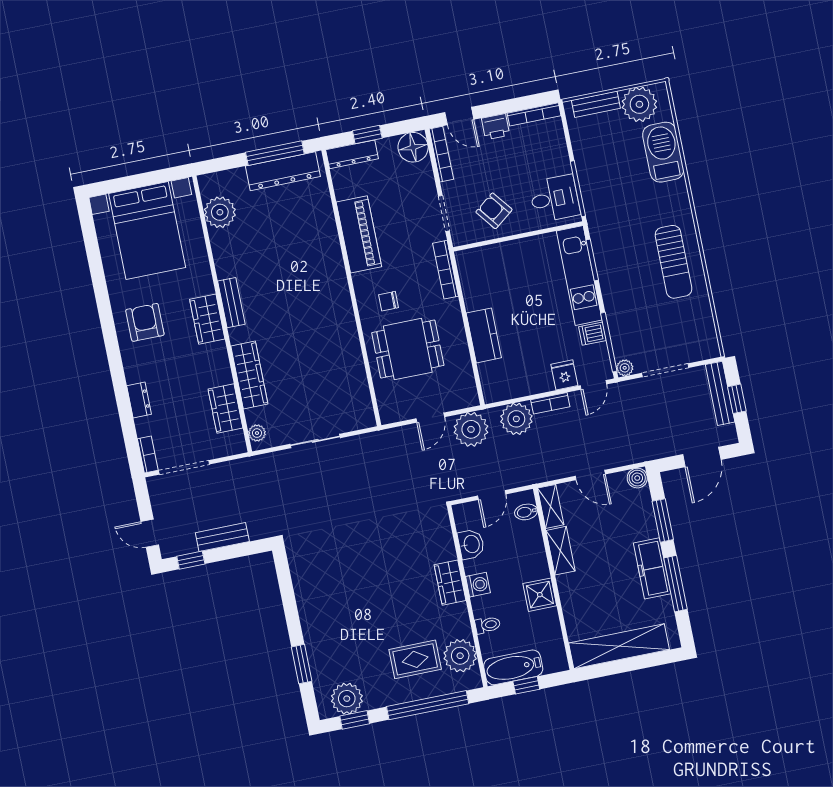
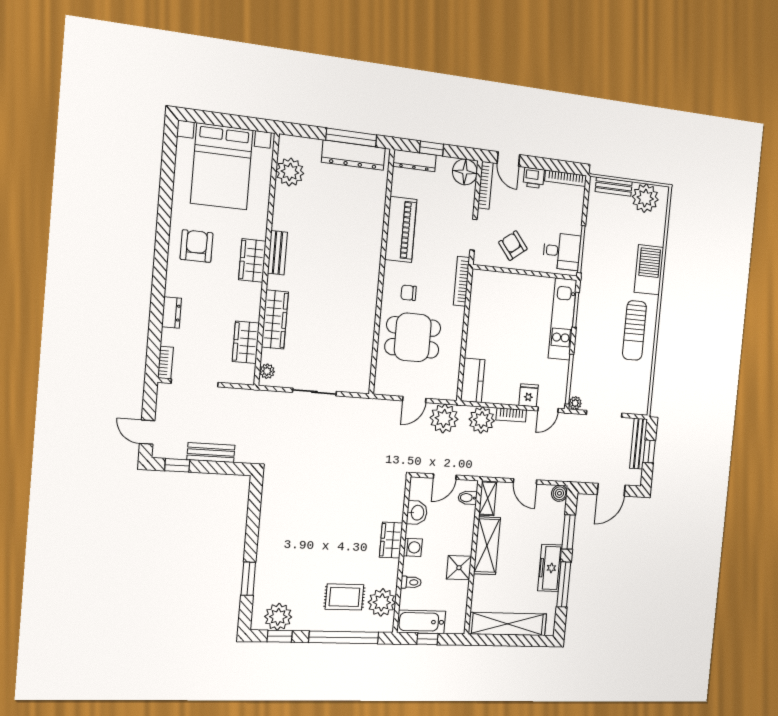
barbecue: (663, 152) -> (649, 270), moved
dishwasher: (592, 334) -> (559, 369), removed
kitchen counter: (484, 335) -> (473, 380), moved
shelving: (561, 551) -> (487, 546), width x1.50, depth x1.33

